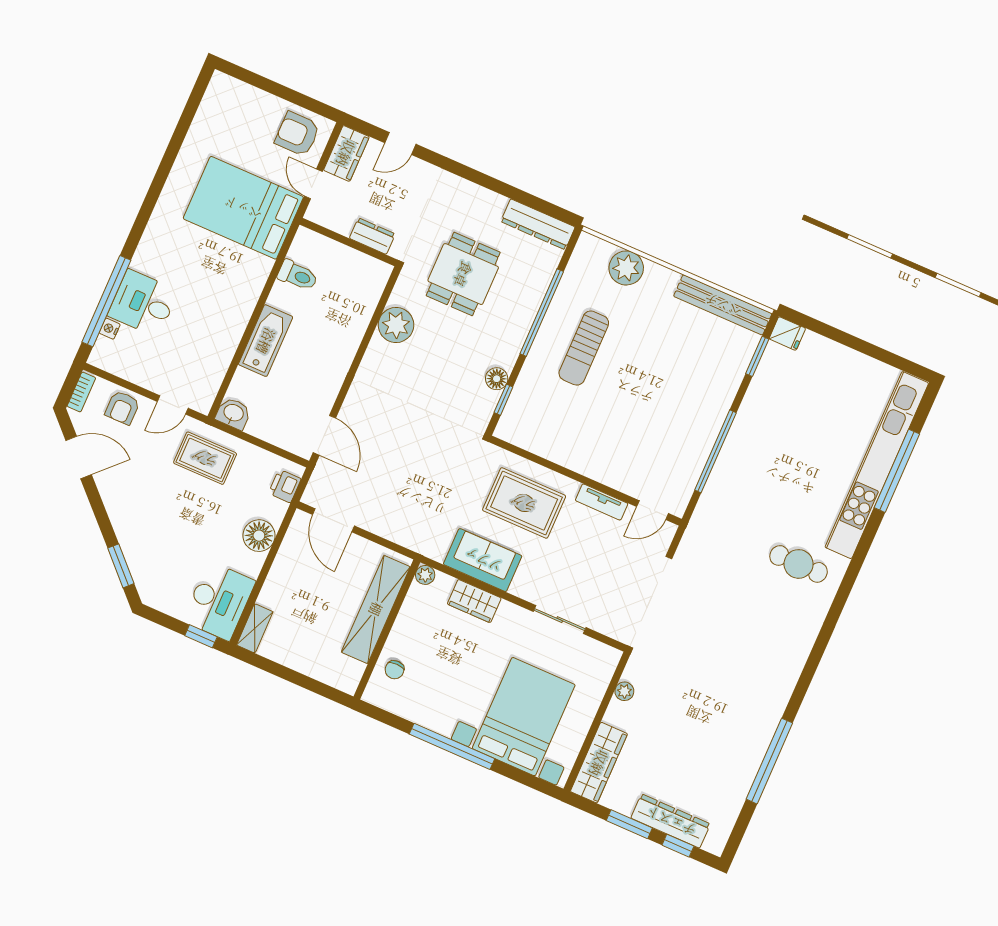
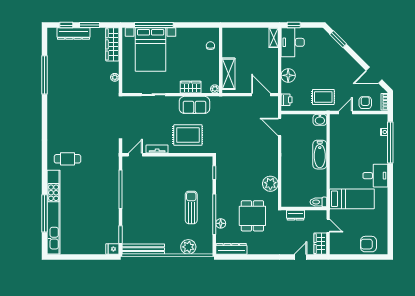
armchair: (297, 134) -> (368, 244), moved, turned 180
bed: (243, 208) -> (352, 199), width x0.67
toilet: (298, 275) -> (318, 202), moved
desk: (143, 303) -> (375, 176), moved
floor lamp: (497, 379) -> (221, 223), moved
shelving: (376, 609) -> (229, 74), width x0.68
window: (452, 746) -> (154, 25), moved

